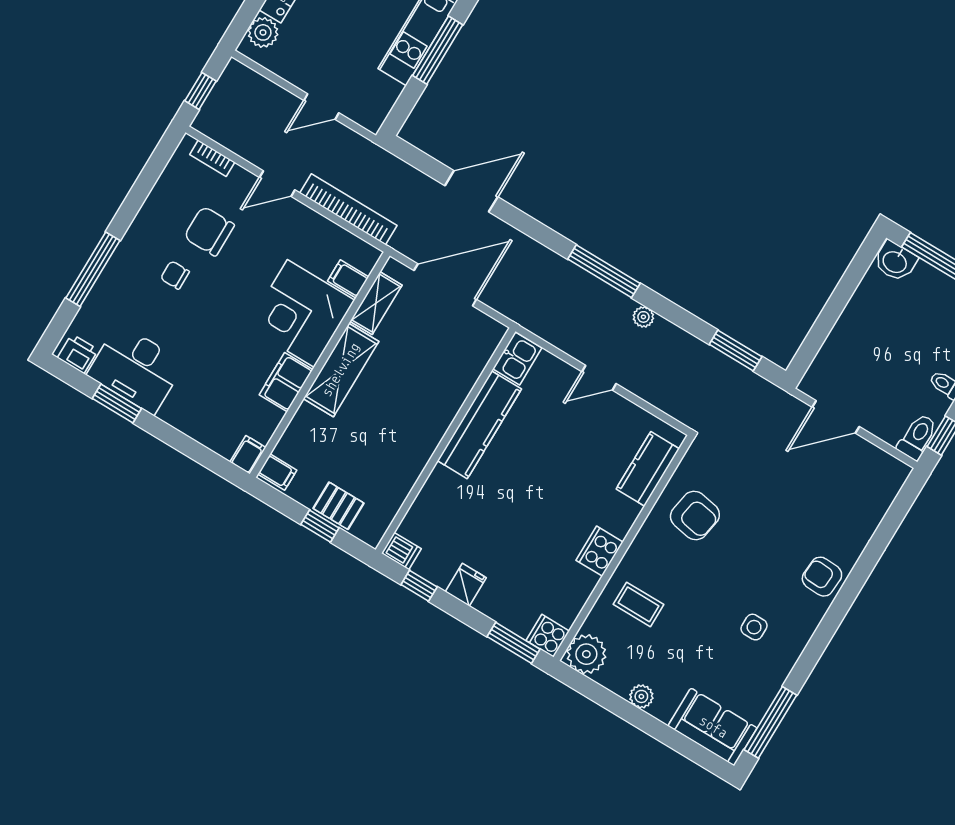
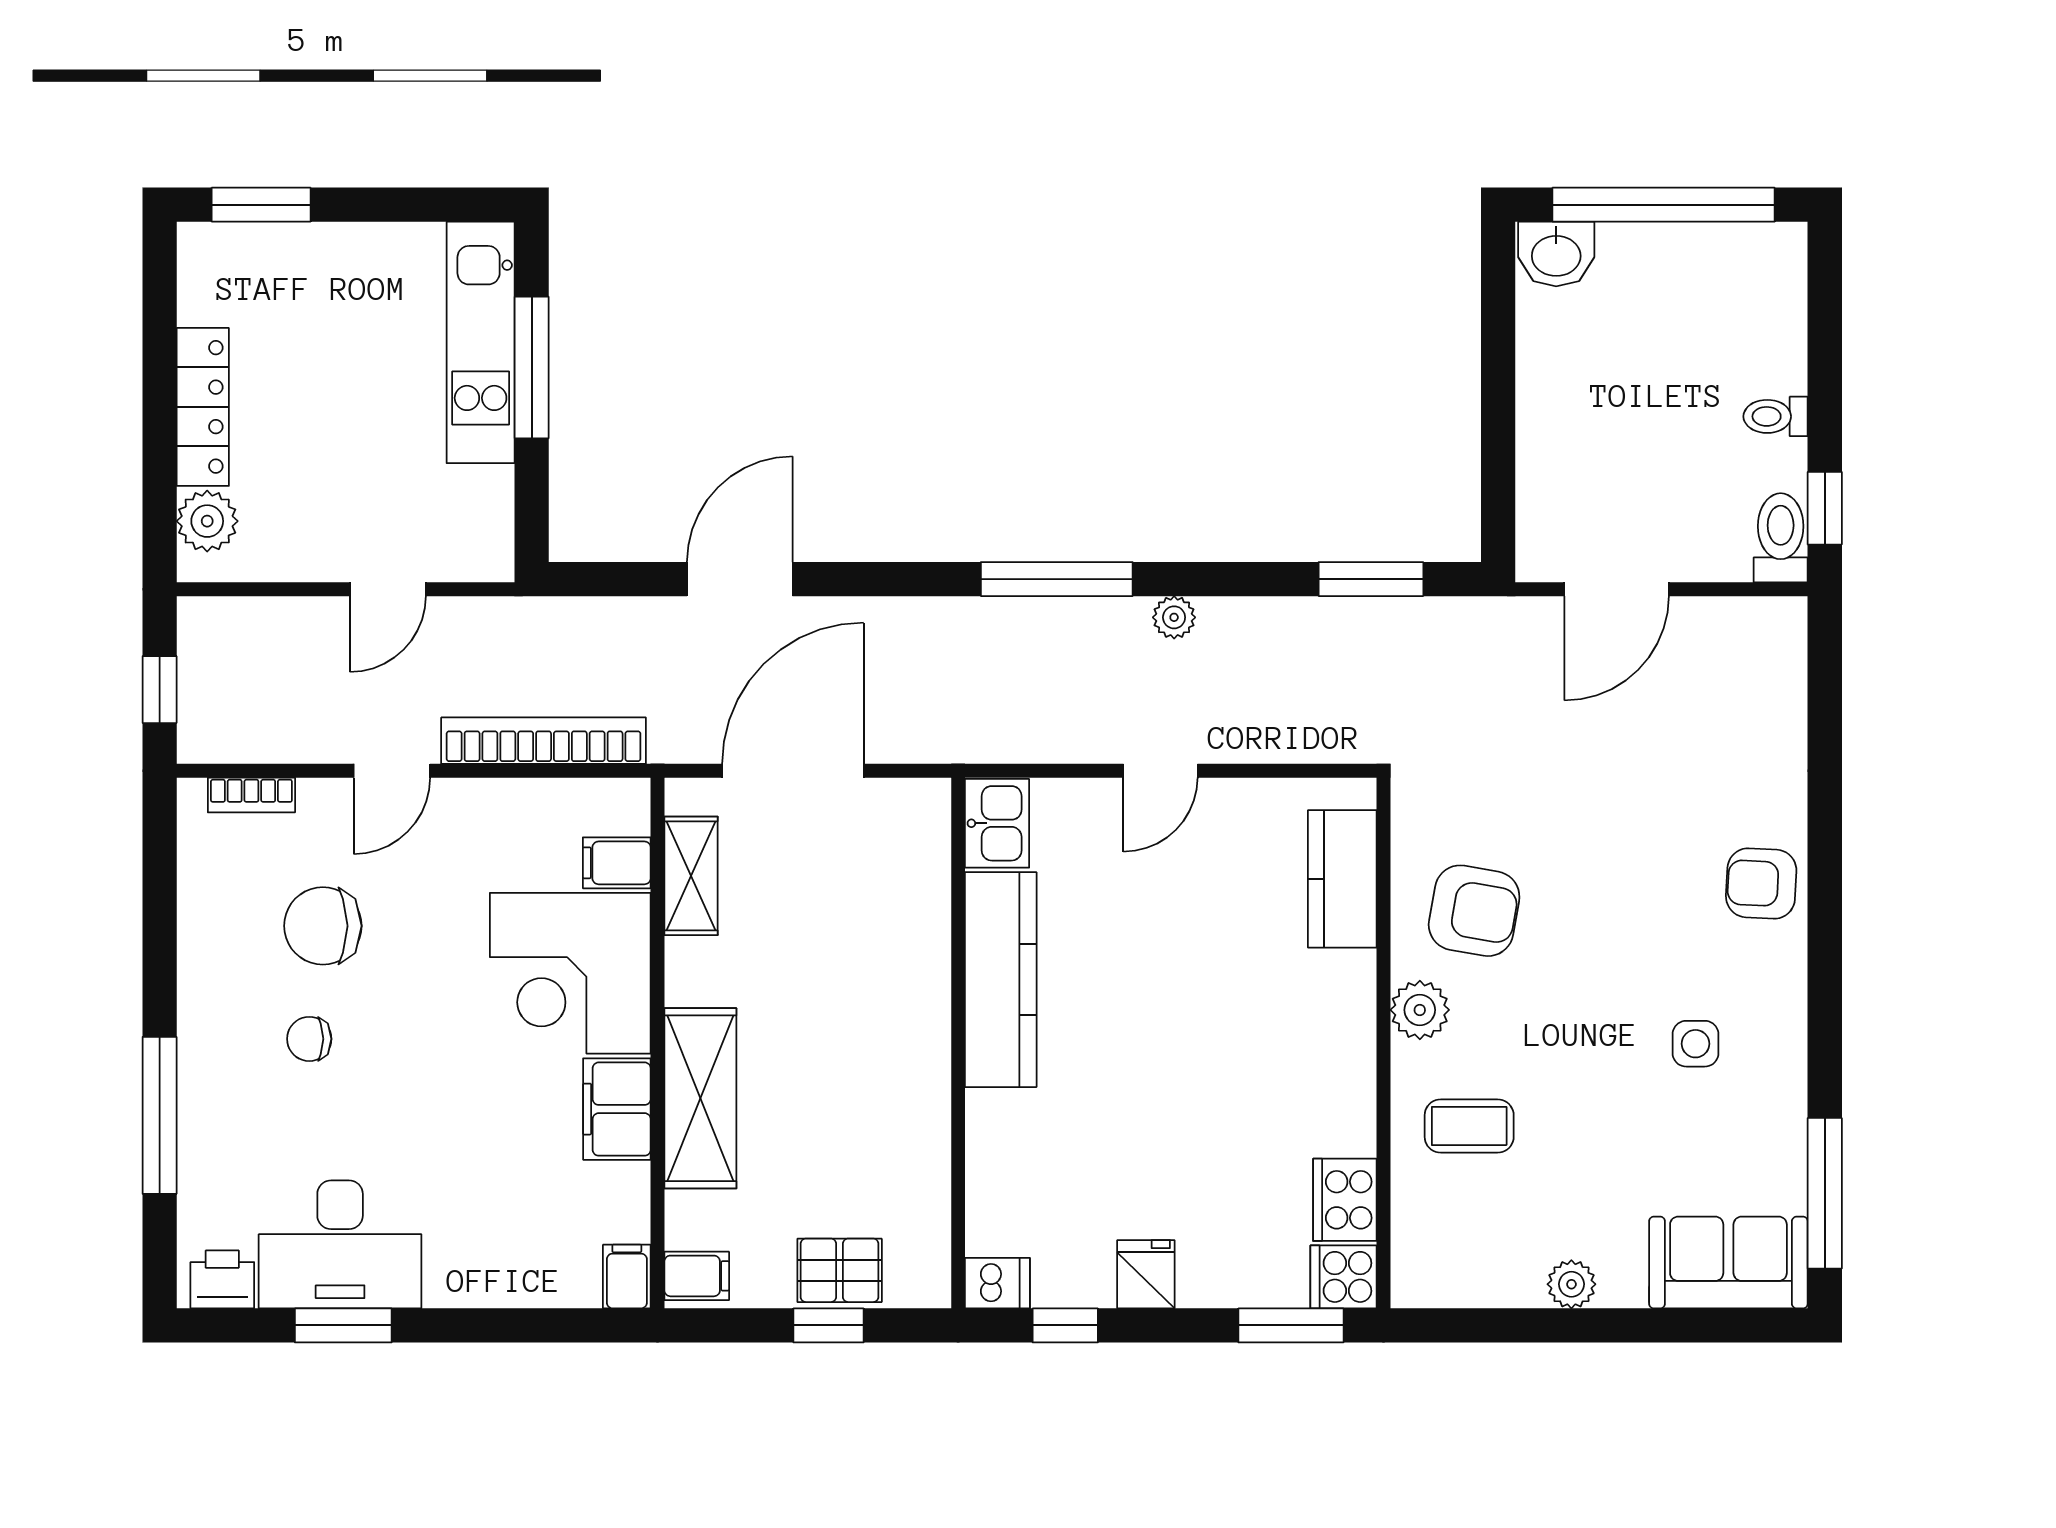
shelving: (341, 370) -> (700, 1098), moved
cooker: (600, 551) -> (1345, 1200), moved
plant: (586, 654) -> (1420, 1010), moved, width x0.73, depth x0.73

